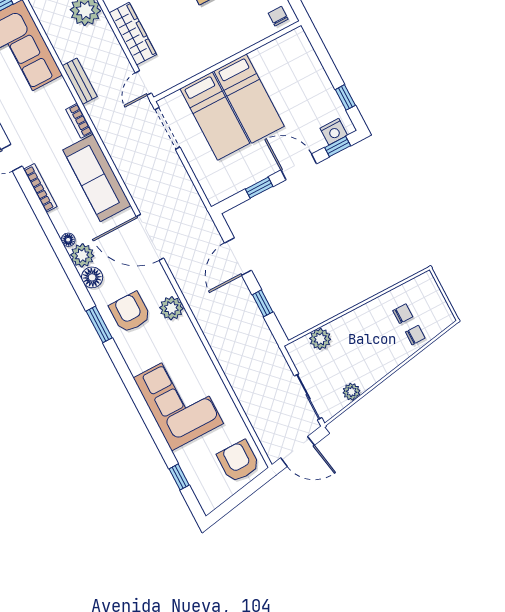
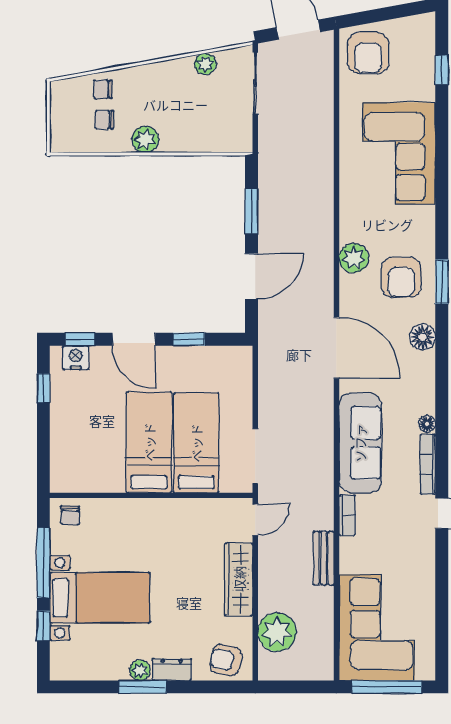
floor lamp: (68, 240) -> (427, 424), moved
plant: (82, 255) -> (421, 367), removed
window: (263, 303) -> (251, 211), width x1.50
plant: (320, 339) -> (145, 139), moved

